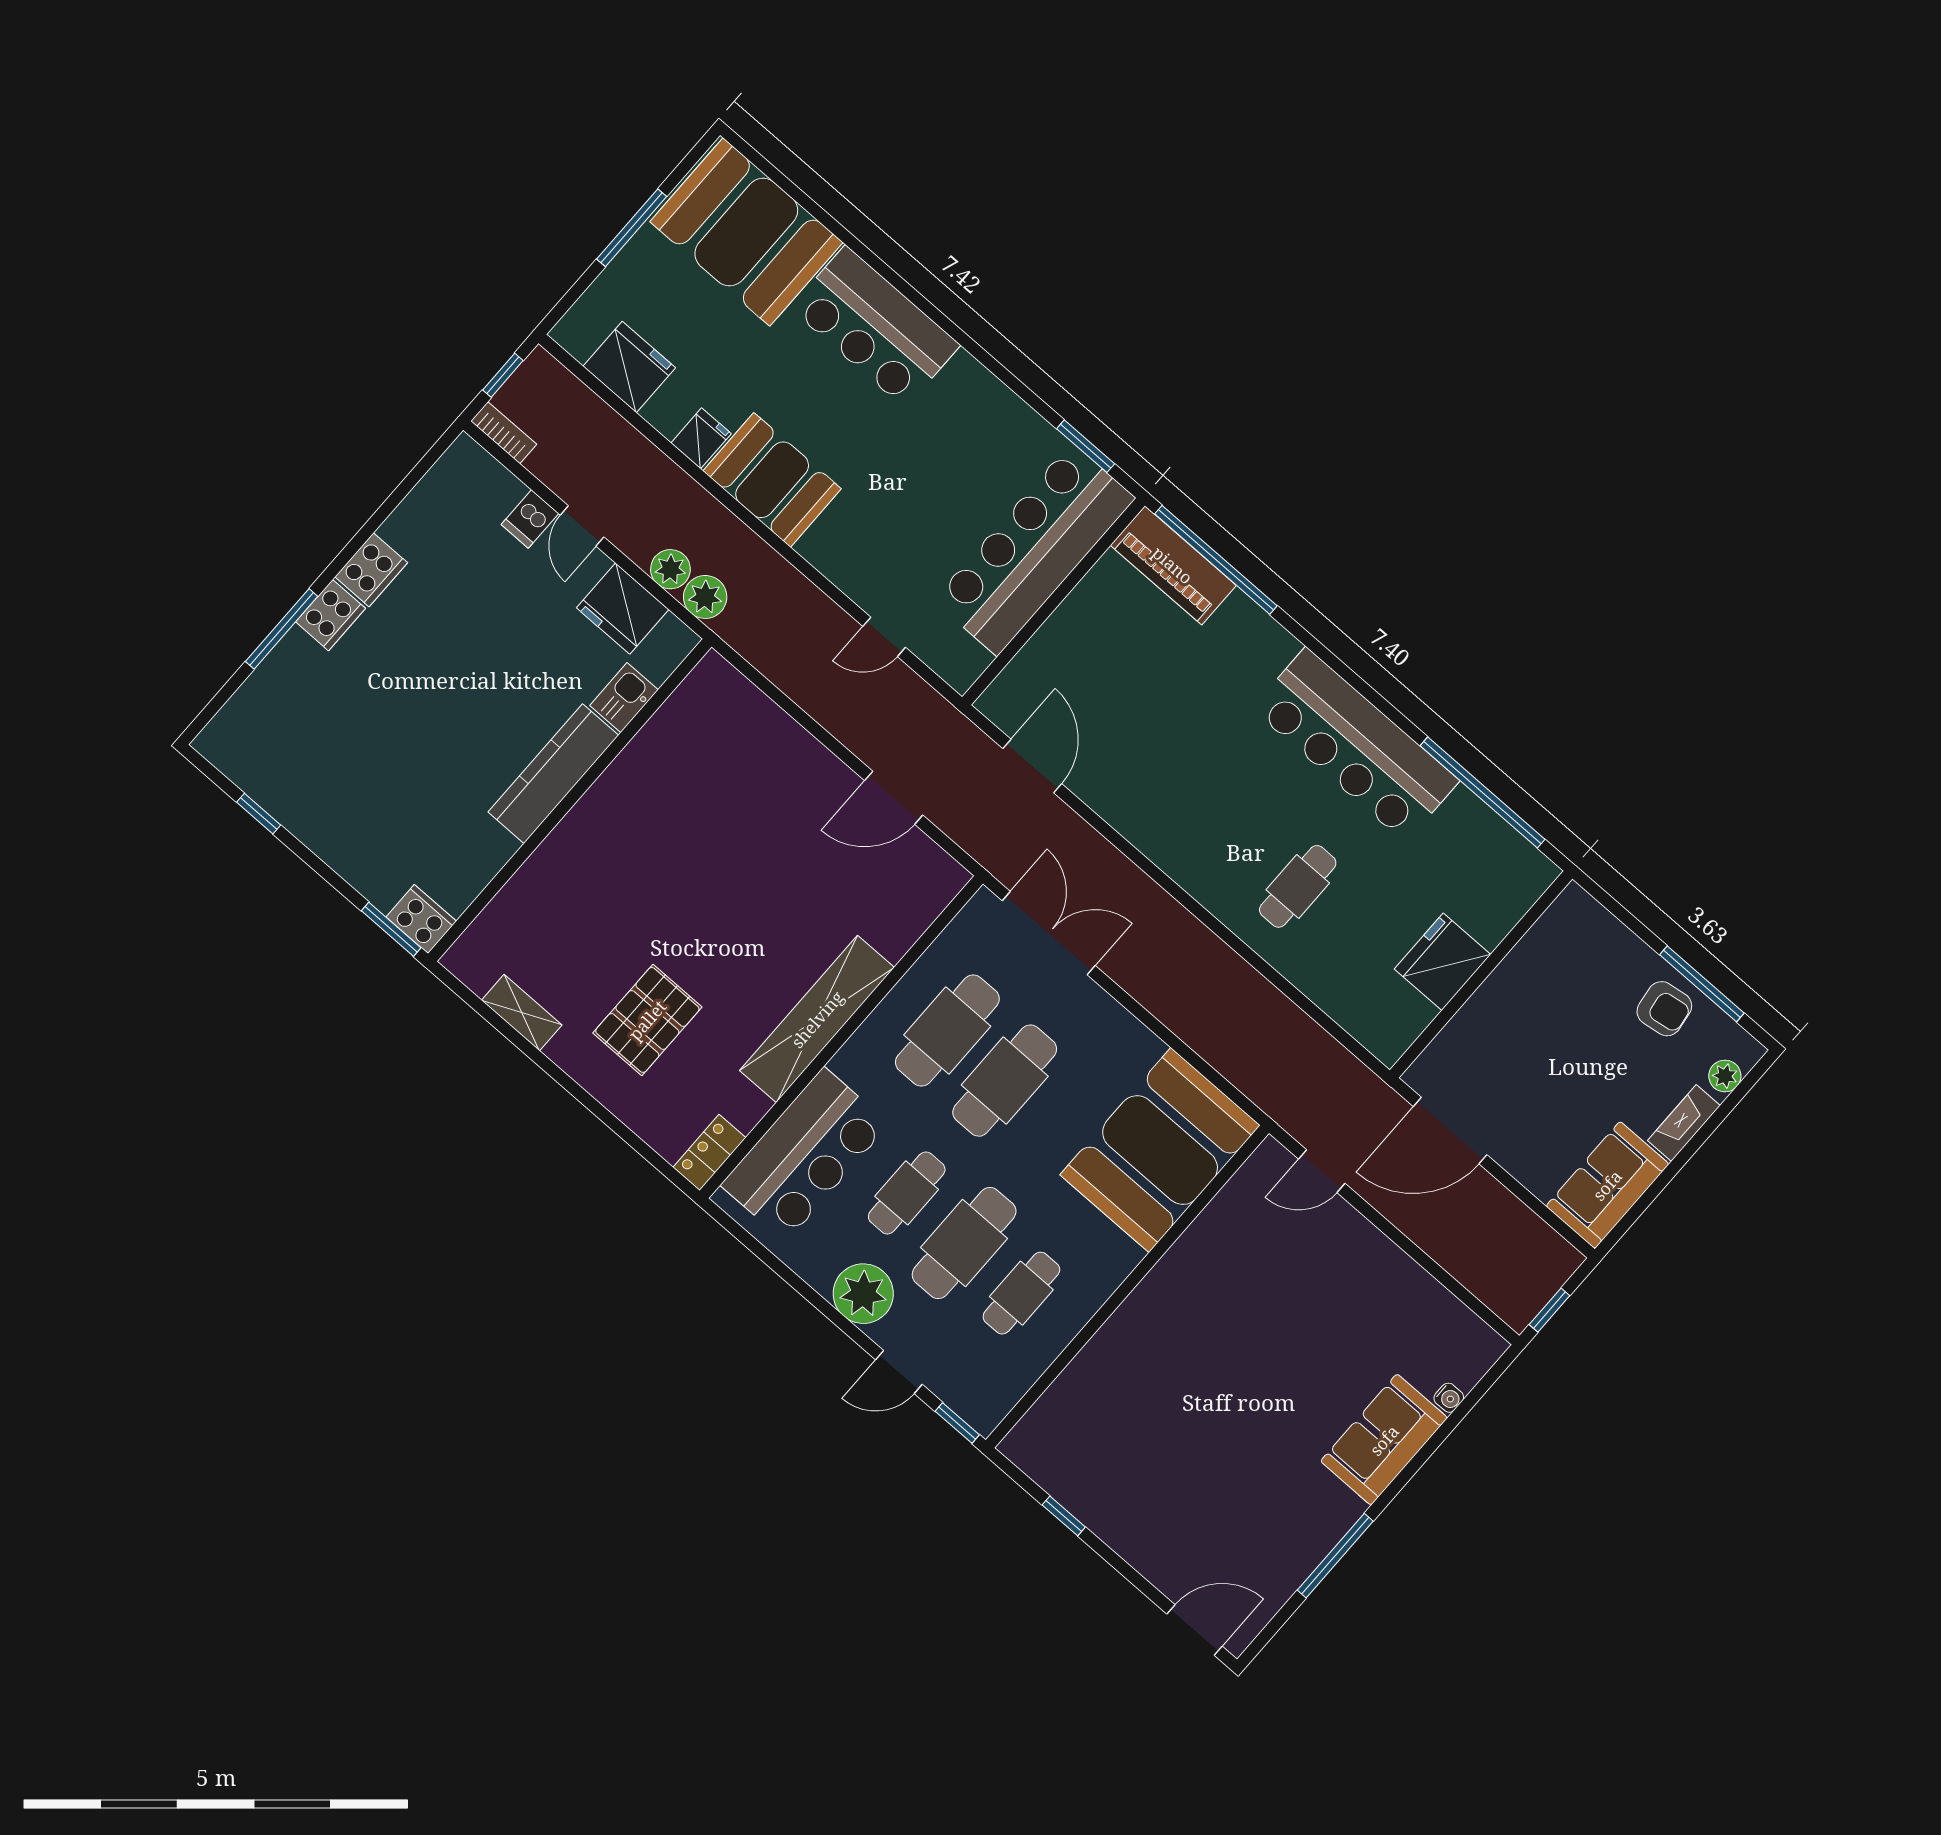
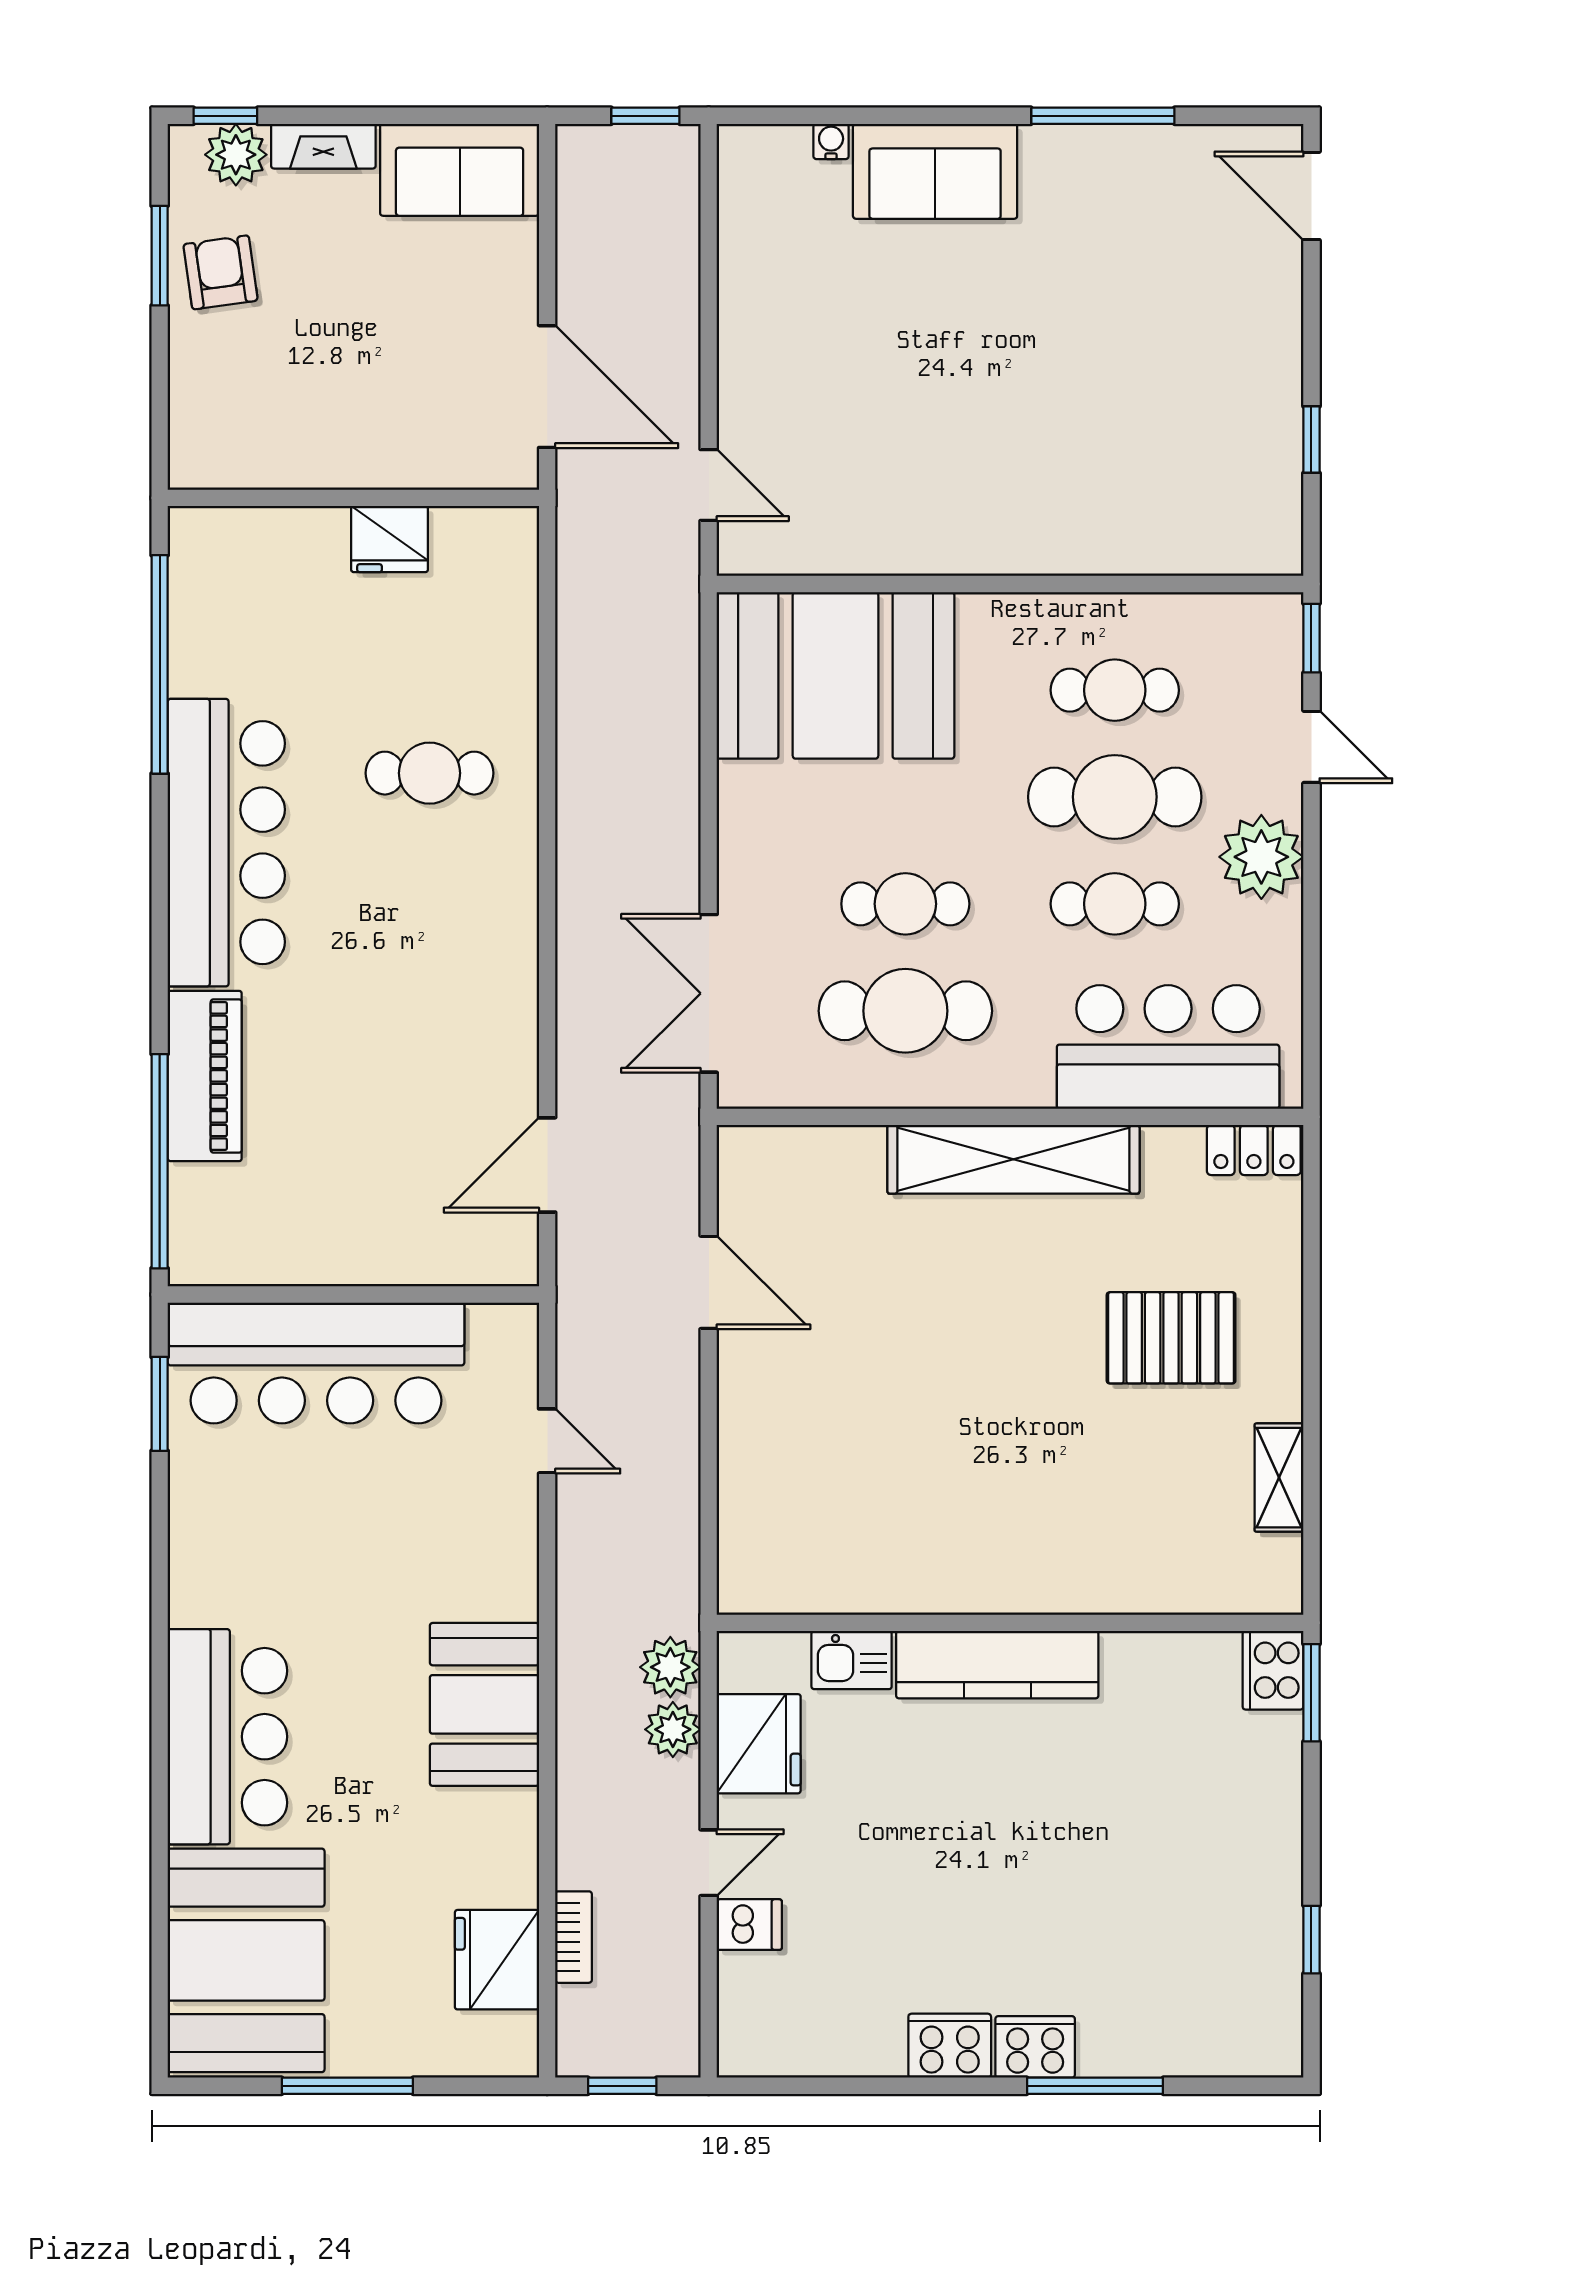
bookcase: (504, 433) -> (574, 1937), moved, turned 180
fridge: (701, 438) -> (506, 1818), removed
piano: (1173, 565) -> (205, 1076), moved
fridge: (1443, 962) -> (390, 539), width x0.73, depth x0.75
window: (1702, 984) -> (160, 256), width x0.69
plant: (1725, 1076) -> (236, 155), width x1.38, depth x1.38
cafe table: (1005, 1081) -> (905, 904), width x0.73, depth x0.74
window: (1746, 1085) -> (225, 116), added

